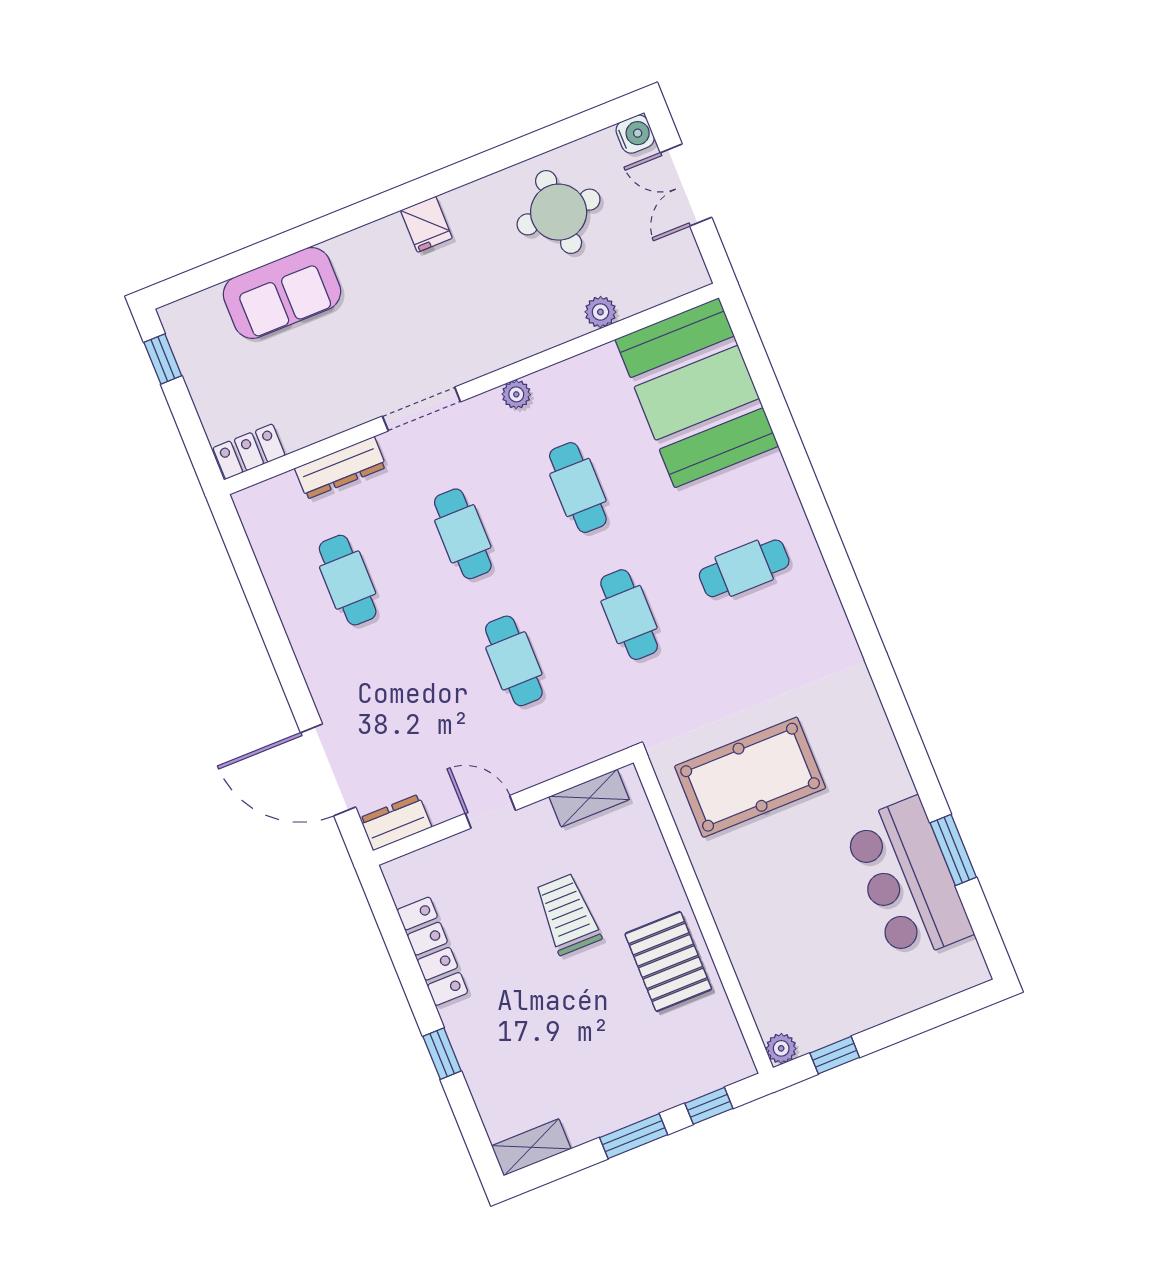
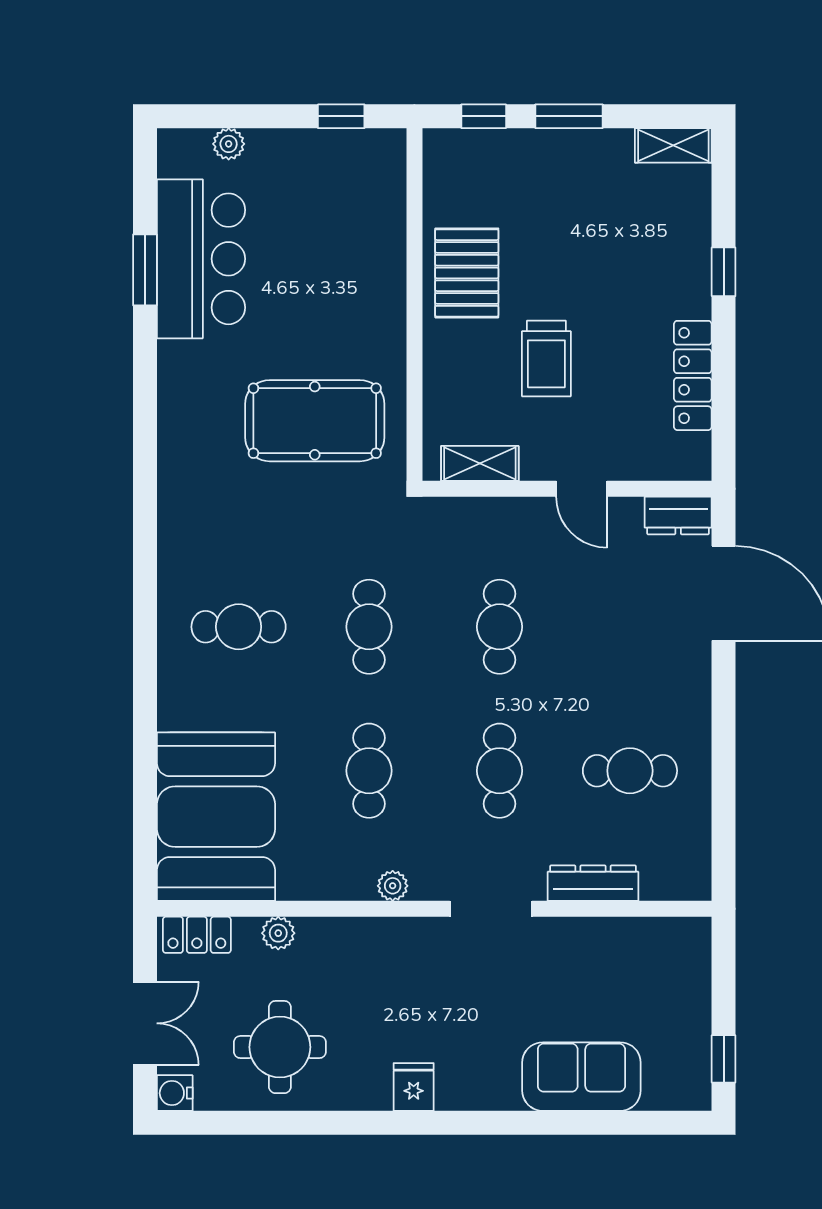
locker: (249, 452) -> (197, 935), moved
cafe table: (348, 580) -> (630, 771), turned 90
plant: (781, 1048) -> (229, 144), moved

